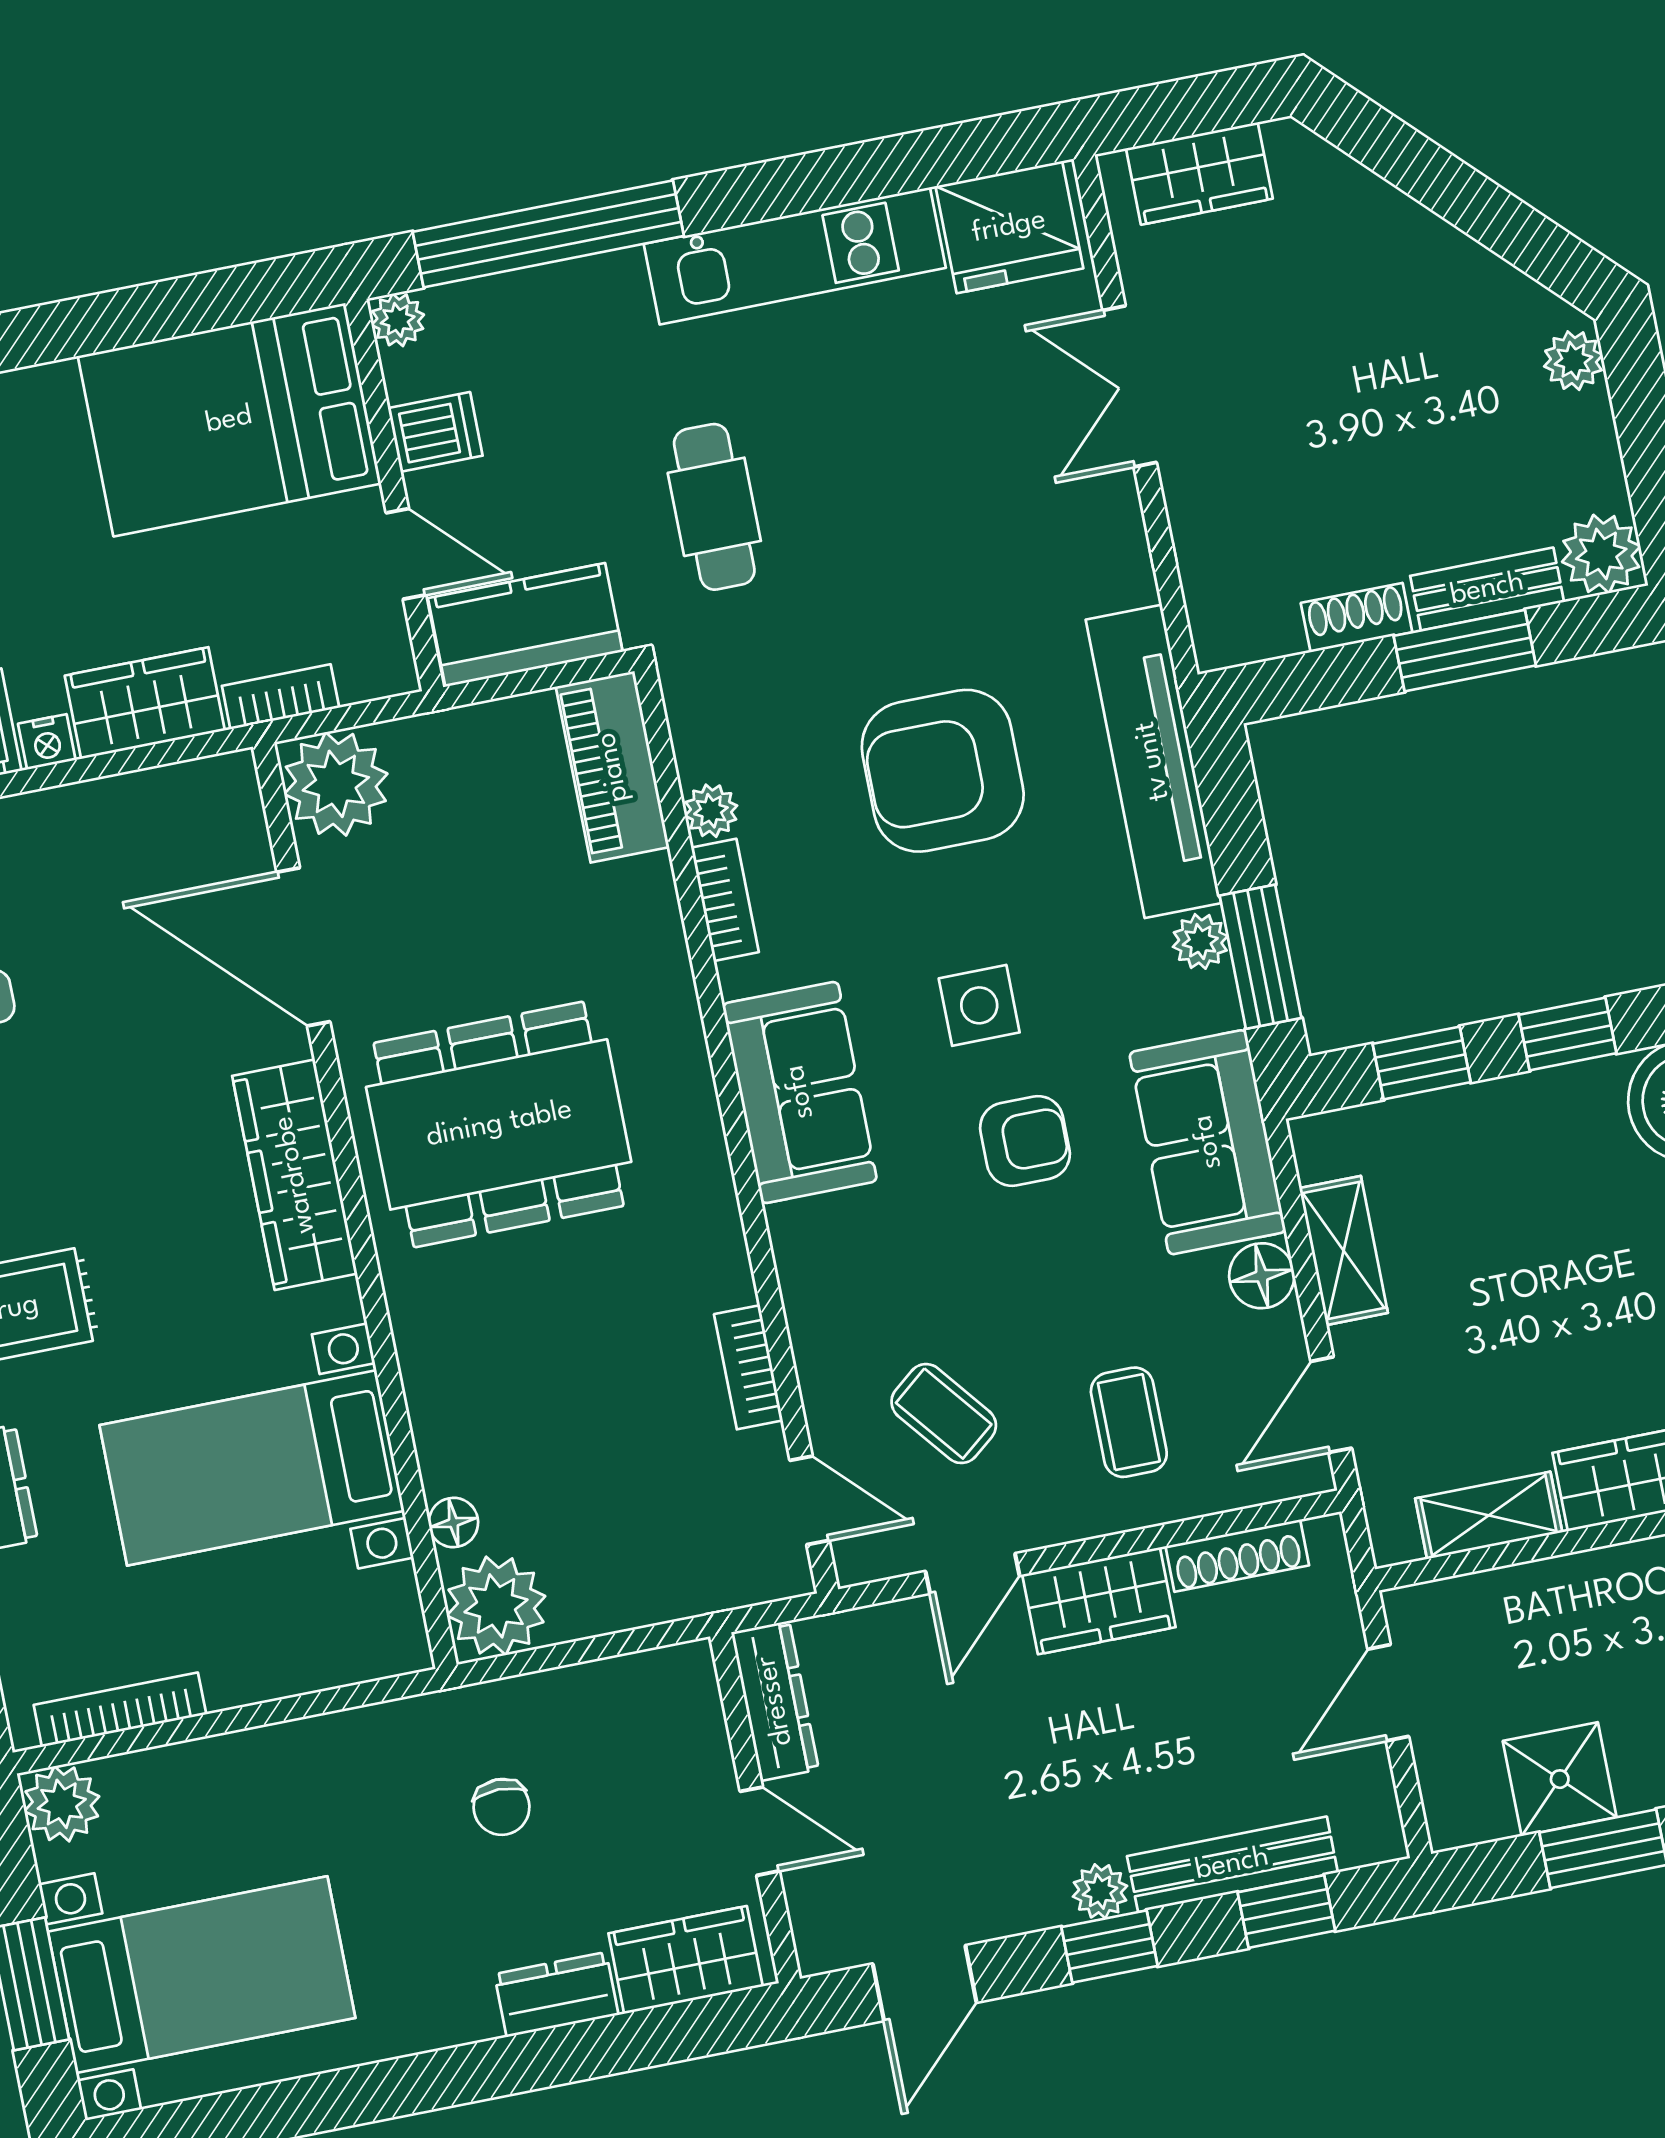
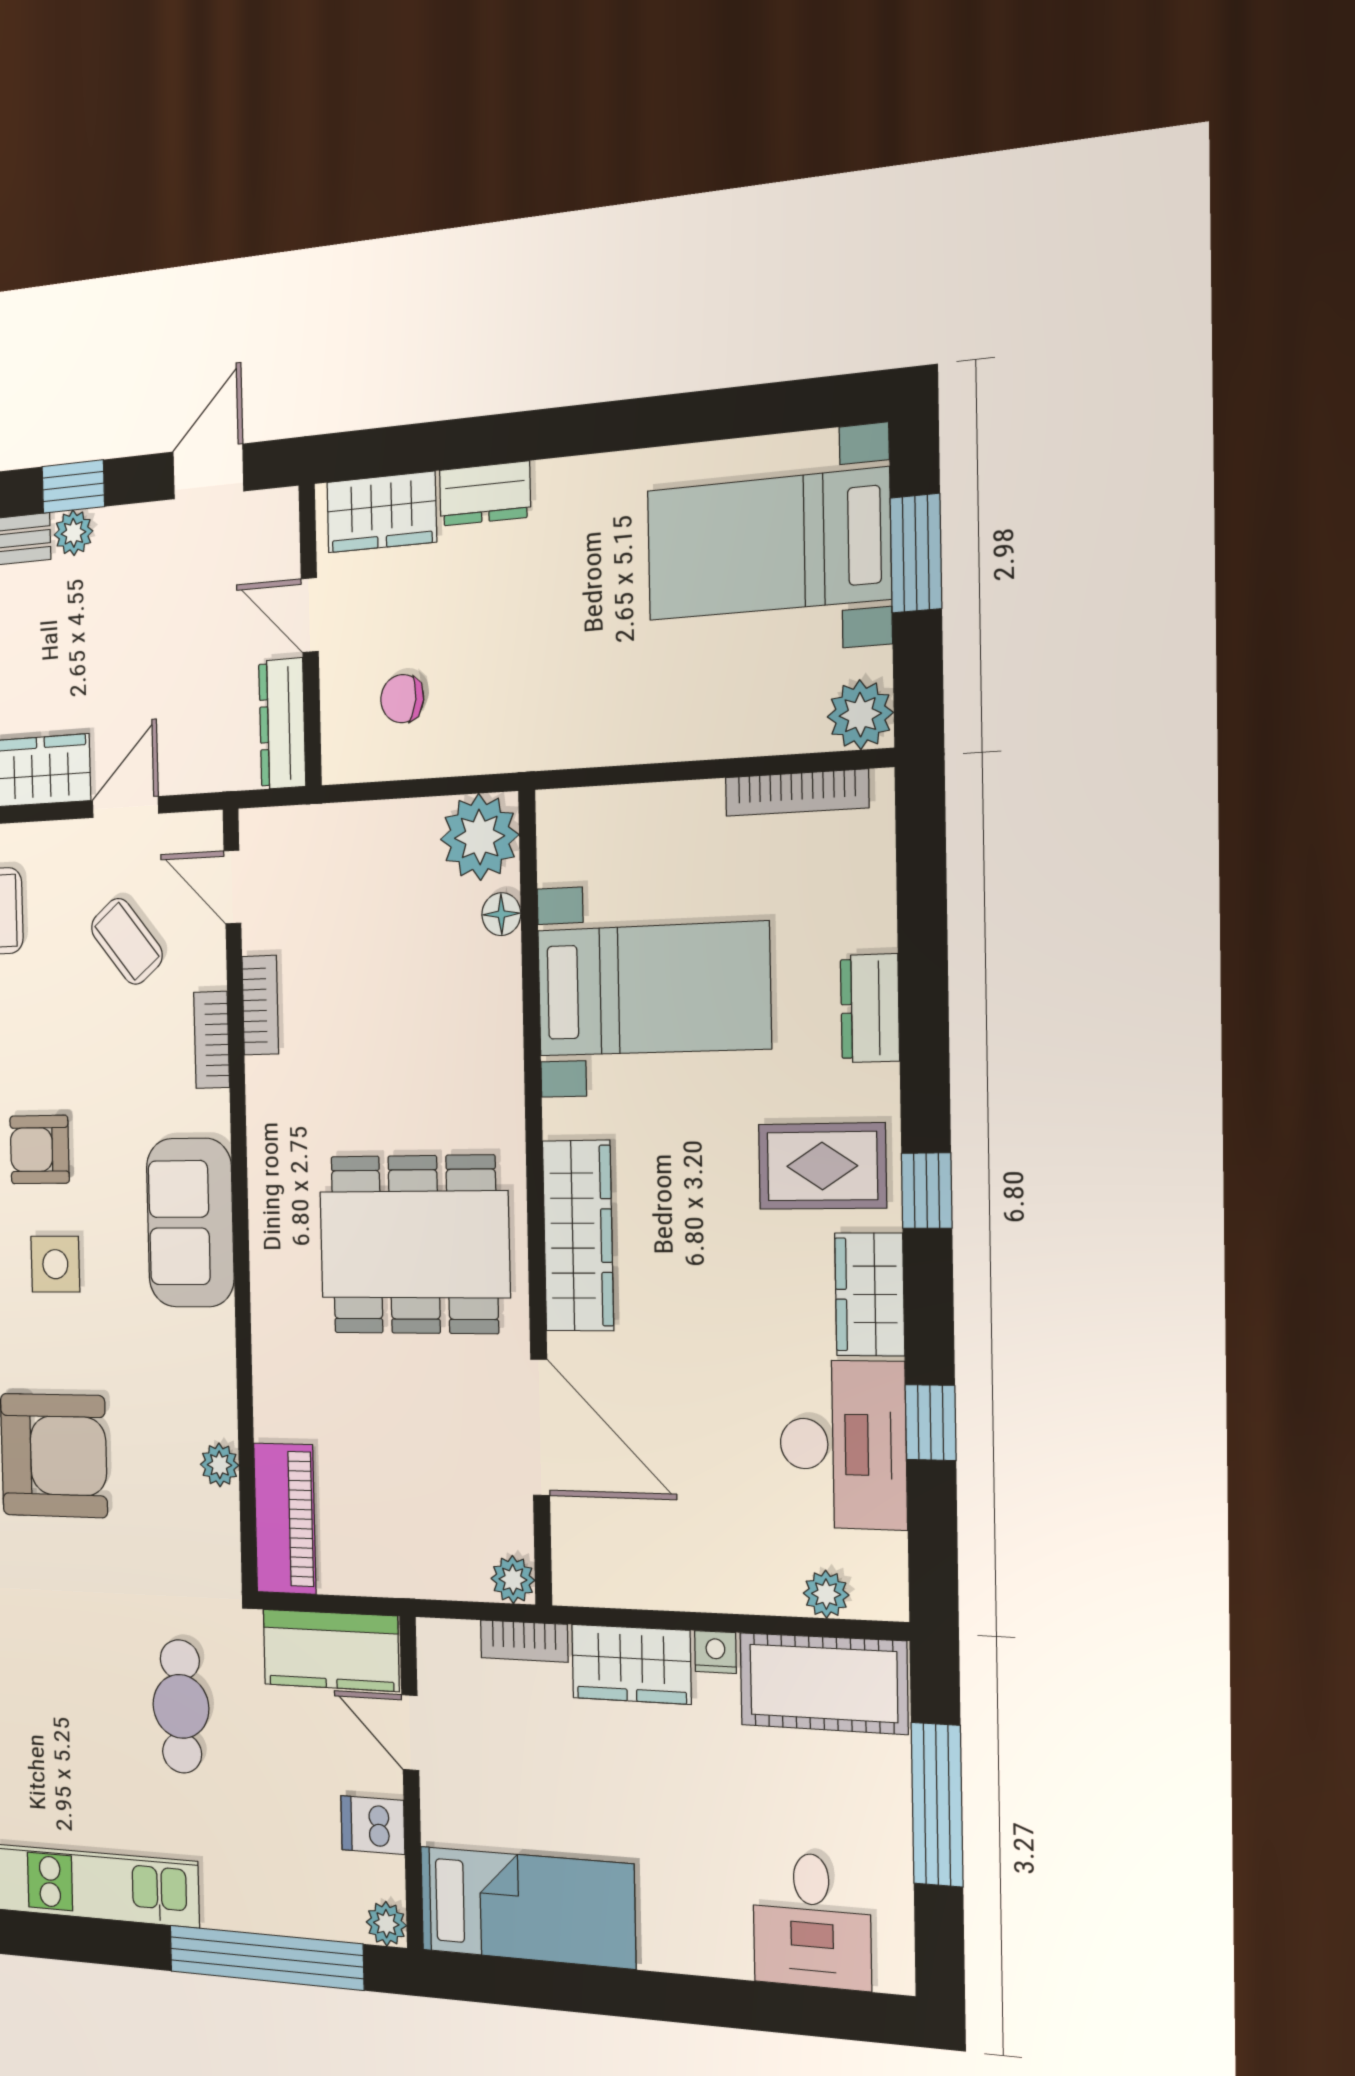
bed: (229, 420) -> (527, 1907), width x0.67
plant: (336, 784) -> (513, 1579), width x0.53, depth x0.53
bookcase: (725, 900) -> (212, 1040), moved
chair: (502, 1807) -> (402, 699), moved, turned -83

